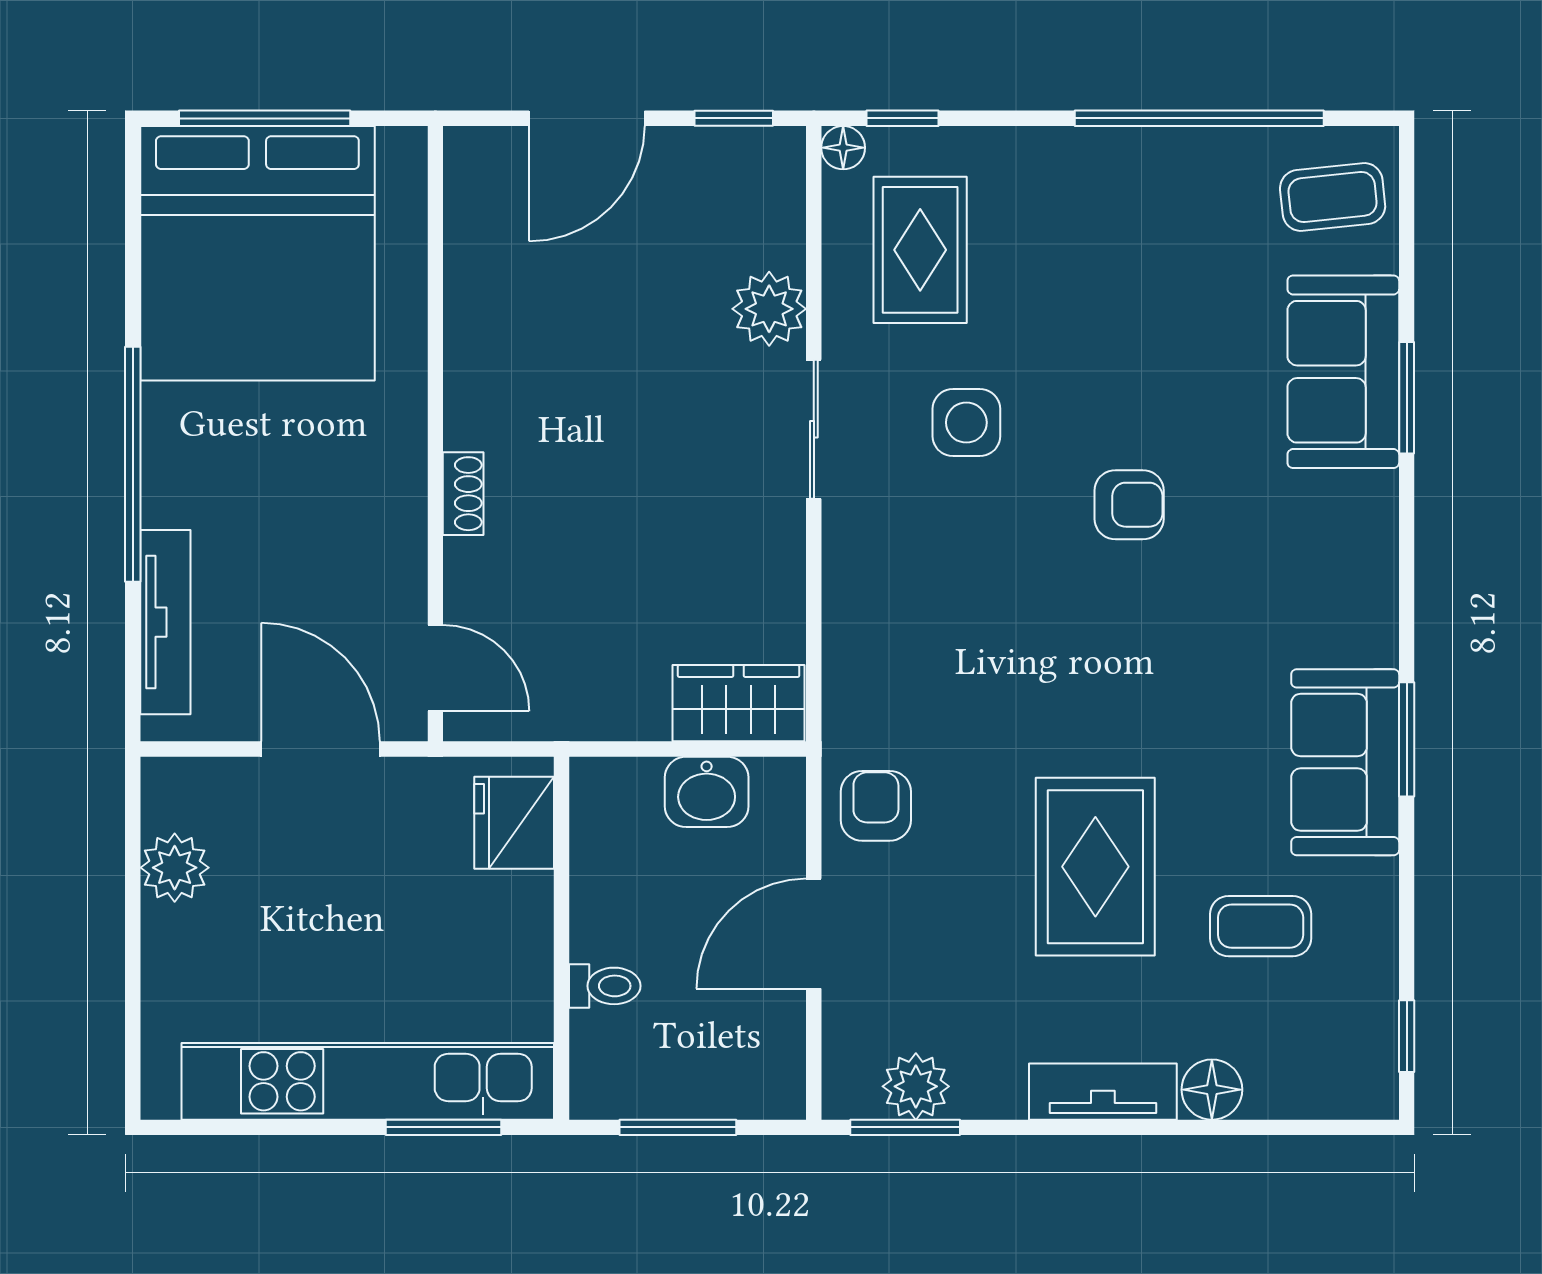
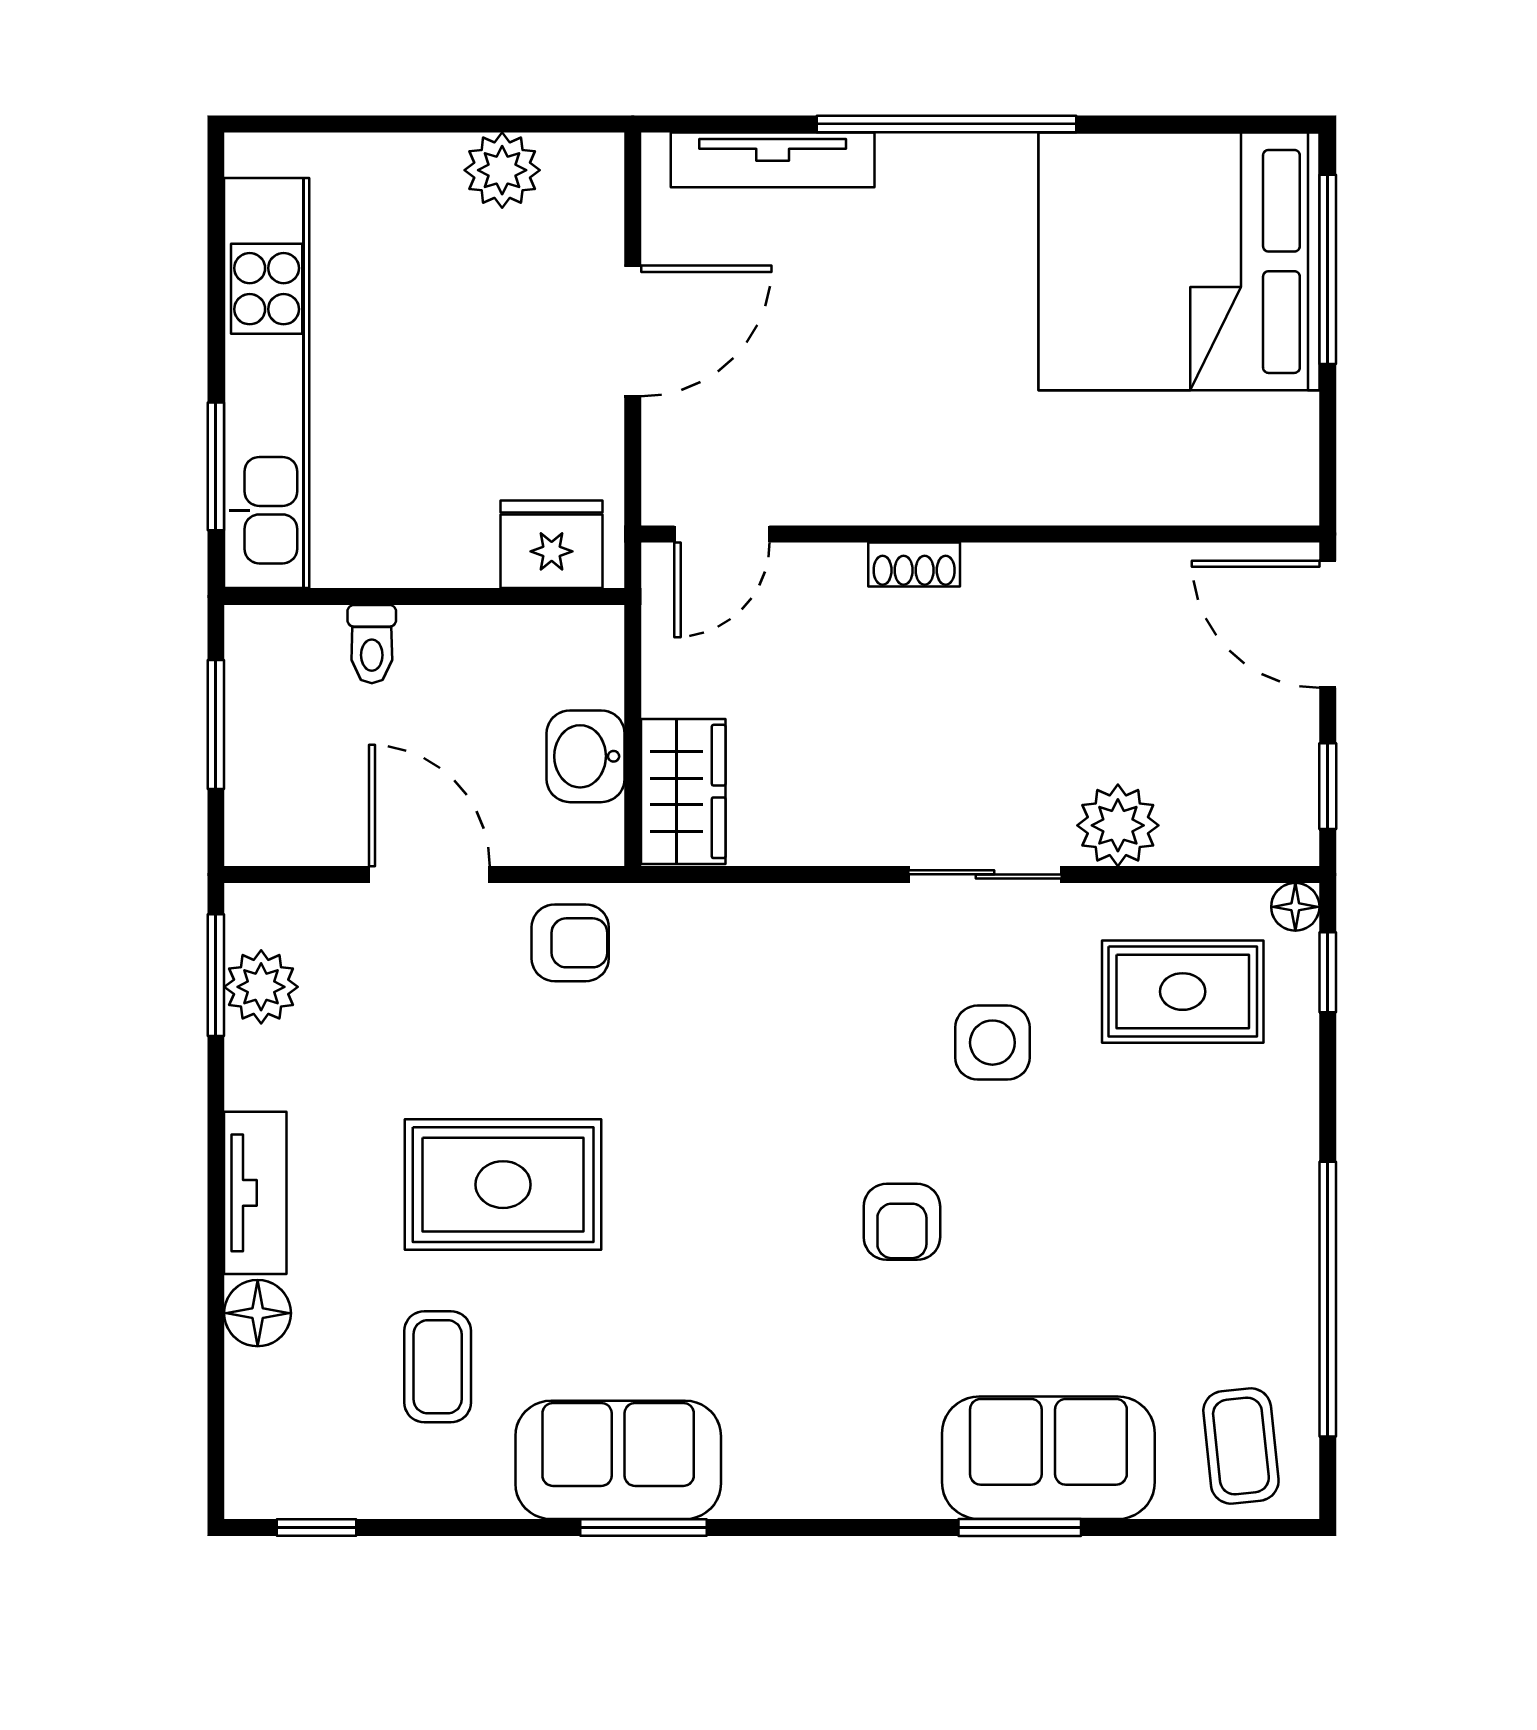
wall: (435, 434) -> (980, 534), moved
shoe rack: (463, 494) -> (914, 564), moved
door: (435, 668) -> (722, 534), moved

